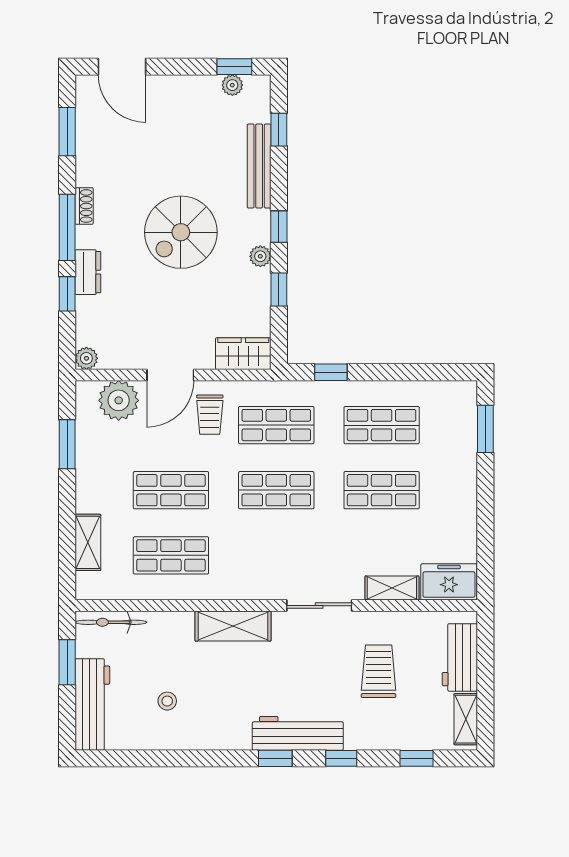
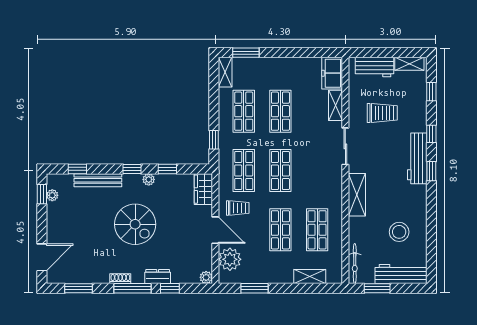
shelving: (451, 392) -> (225, 72), added
trolley: (379, 671) -> (382, 113), turned 180
stool: (167, 701) -> (399, 232), width x1.89, depth x1.89

